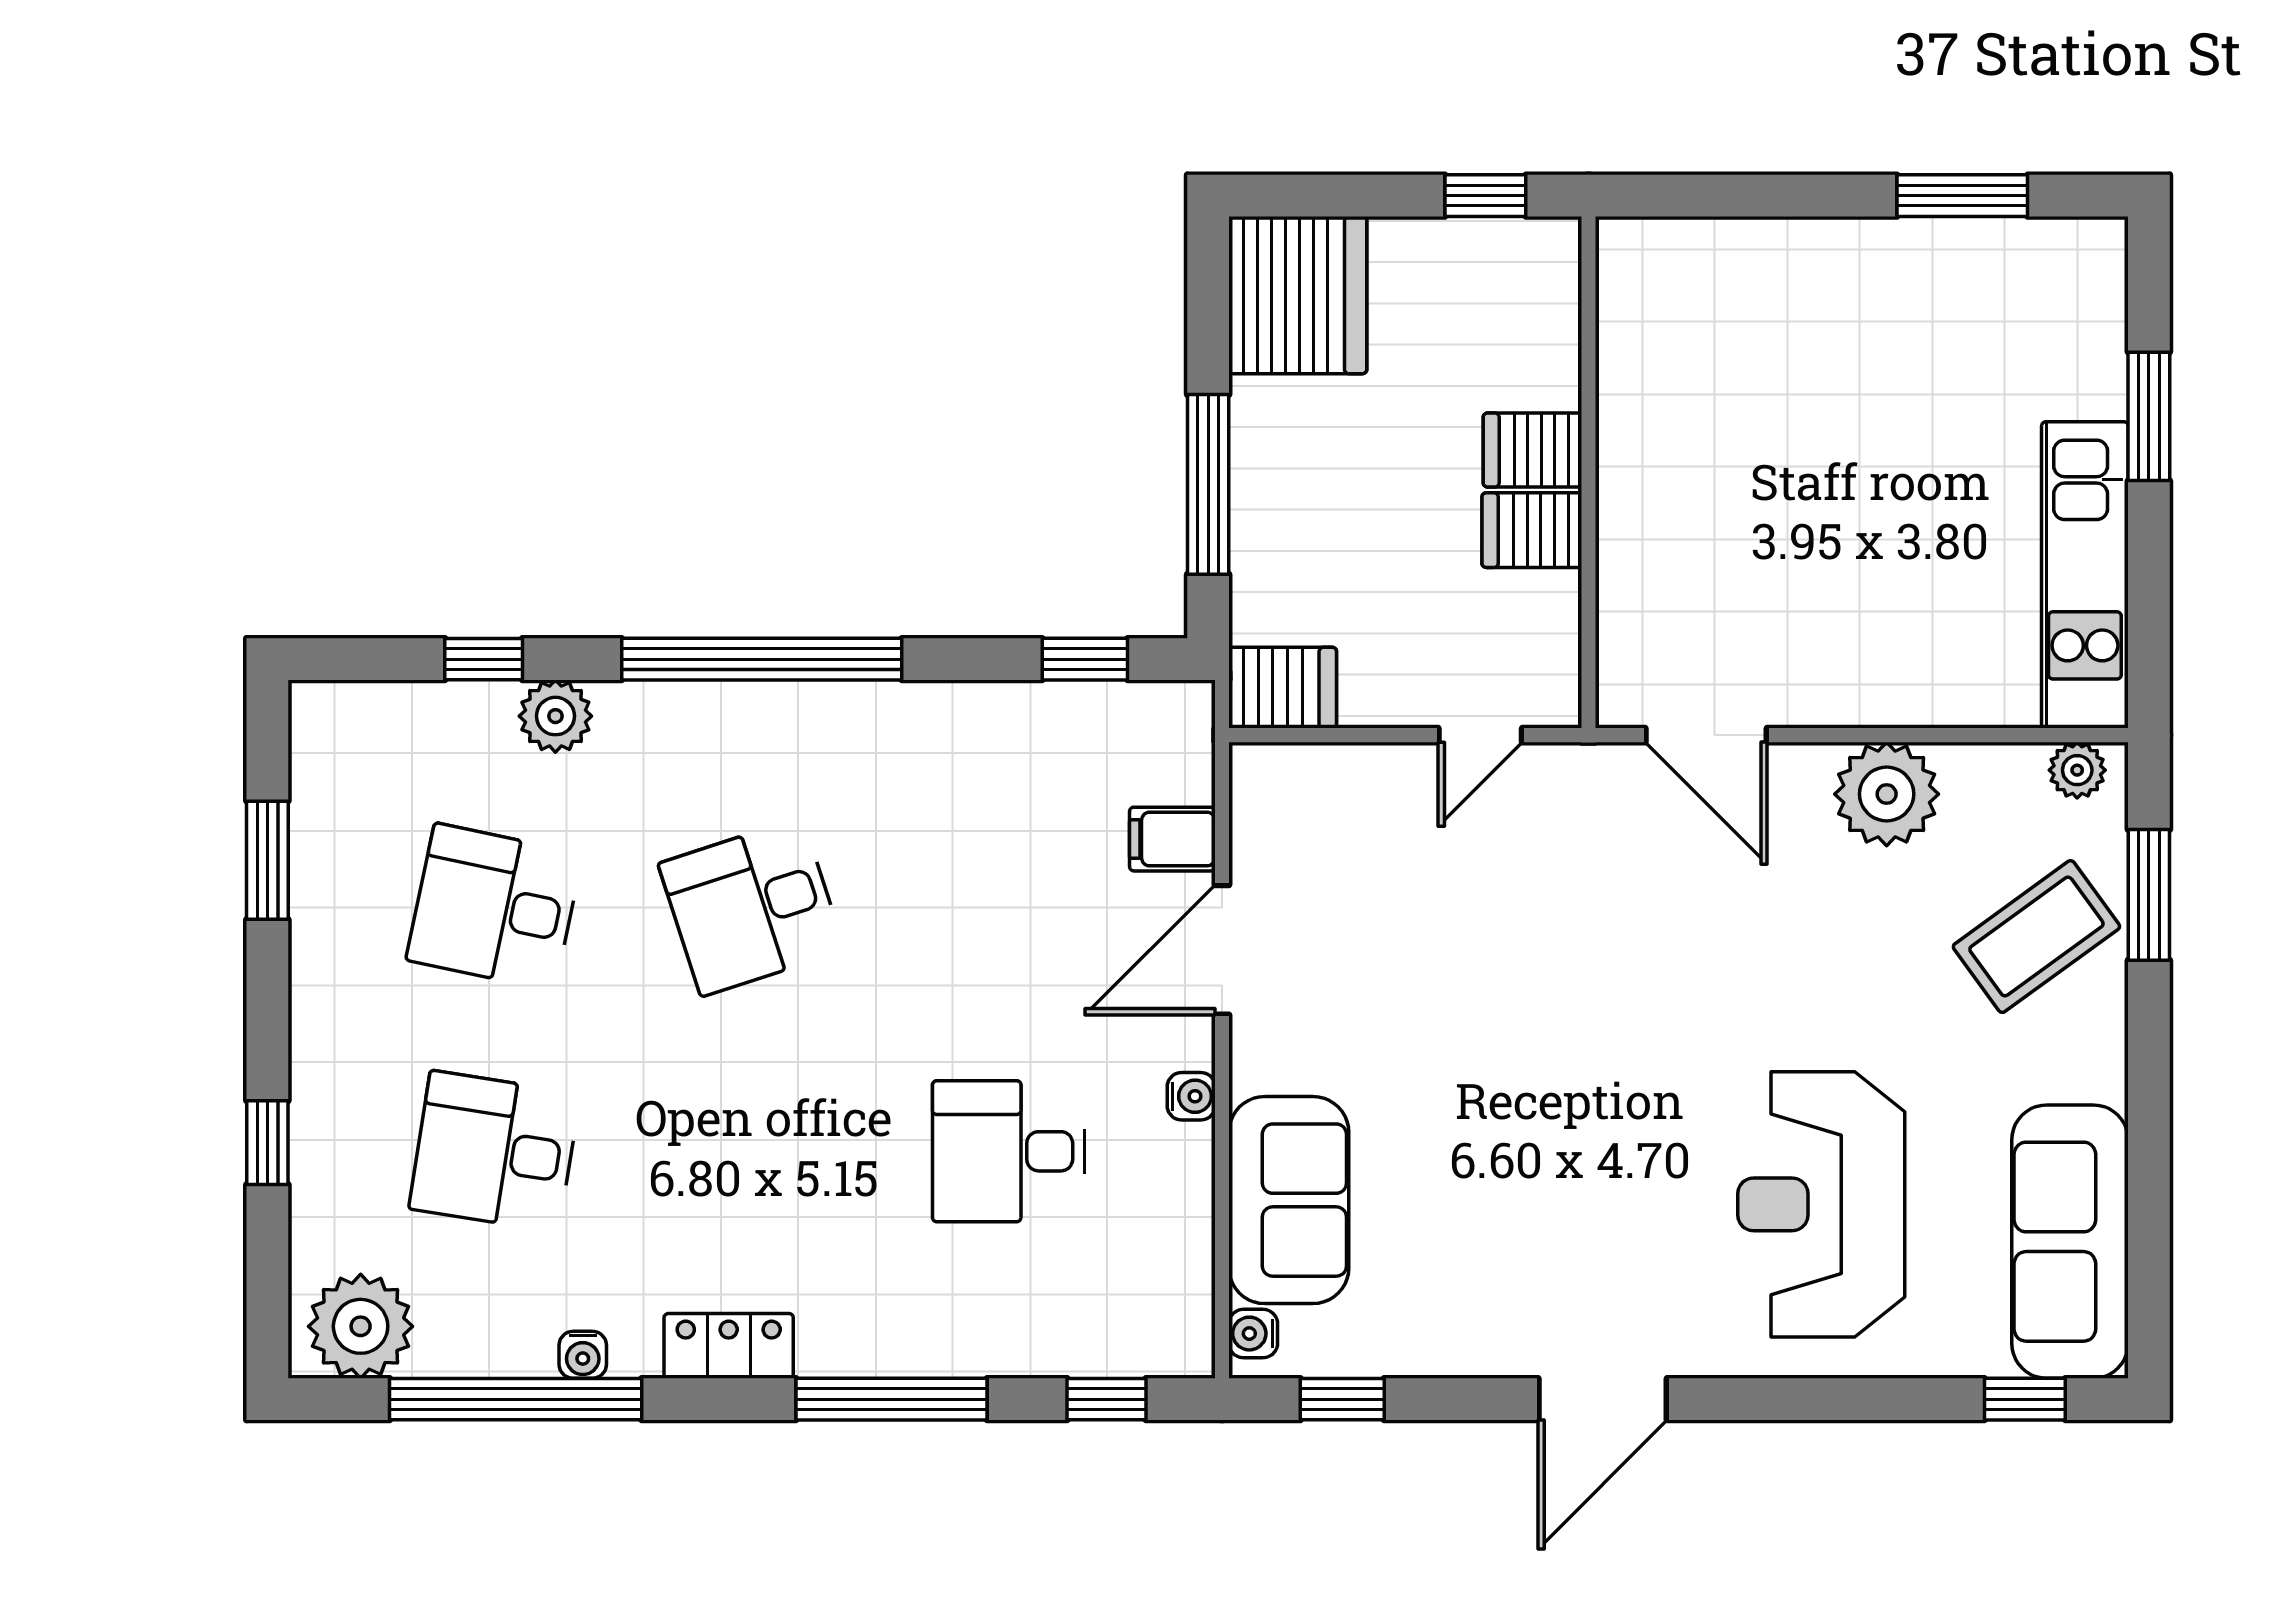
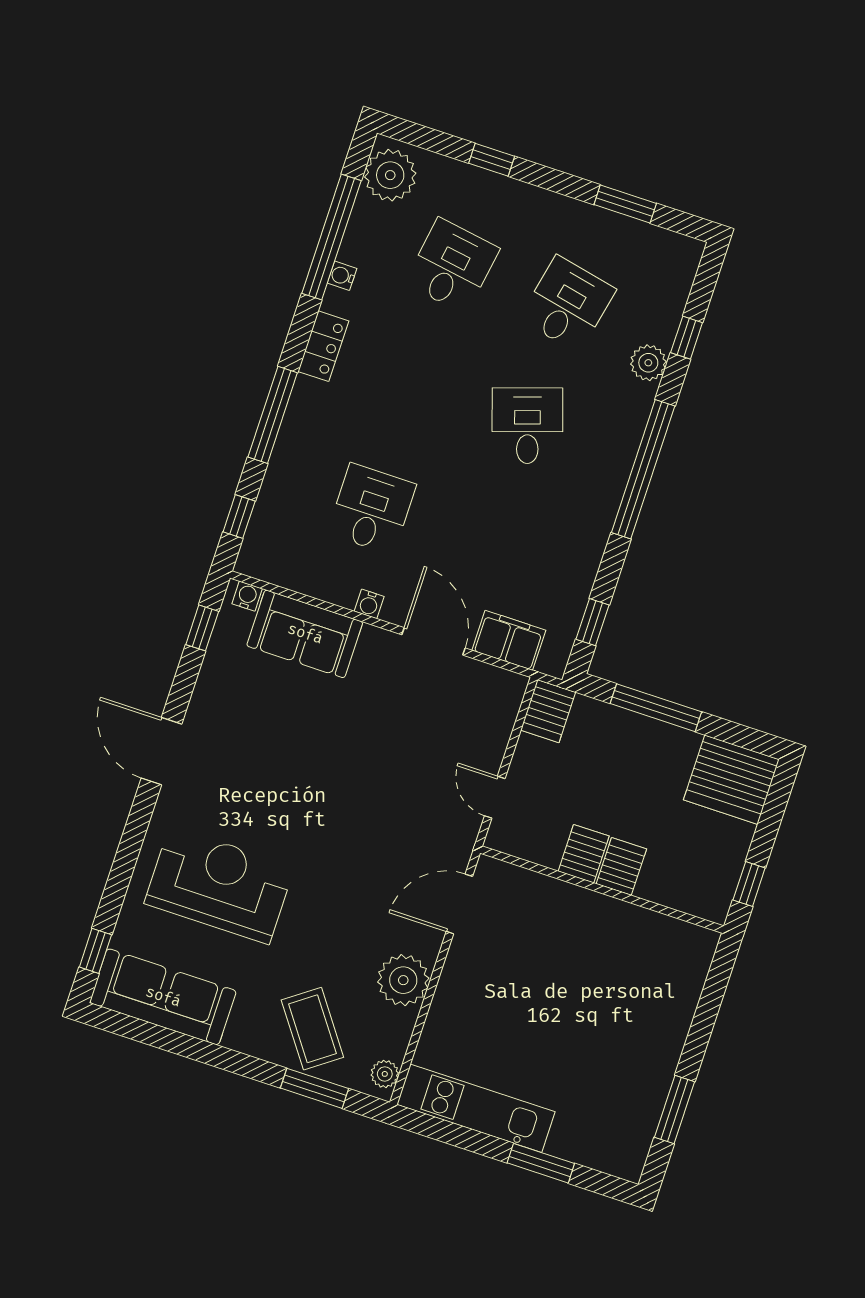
filing cabinet: (1172, 839) -> (509, 640), width x2.00

